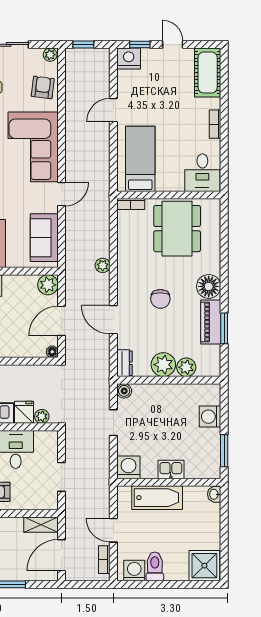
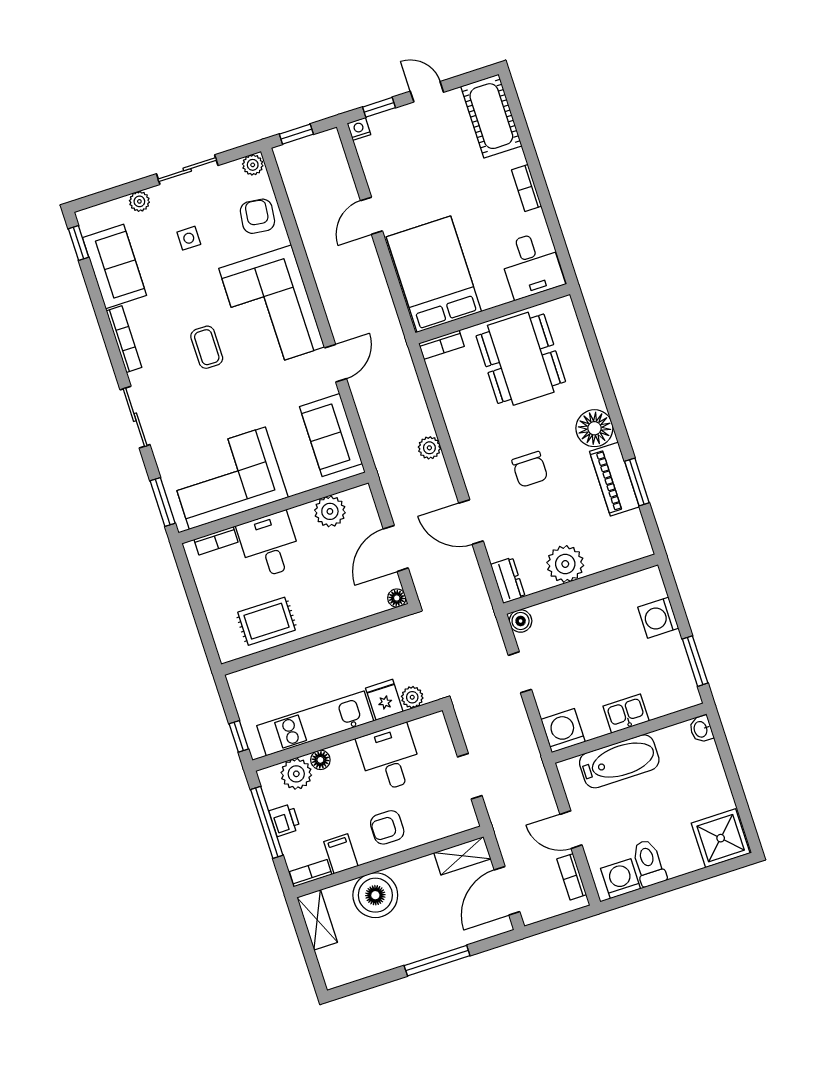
nightstand: (129, 58) -> (359, 129), width x0.53, depth x0.56
bed: (140, 159) -> (434, 274), width x1.50
plant: (48, 285) -> (330, 511), moved
plant: (186, 367) -> (600, 557), removed

